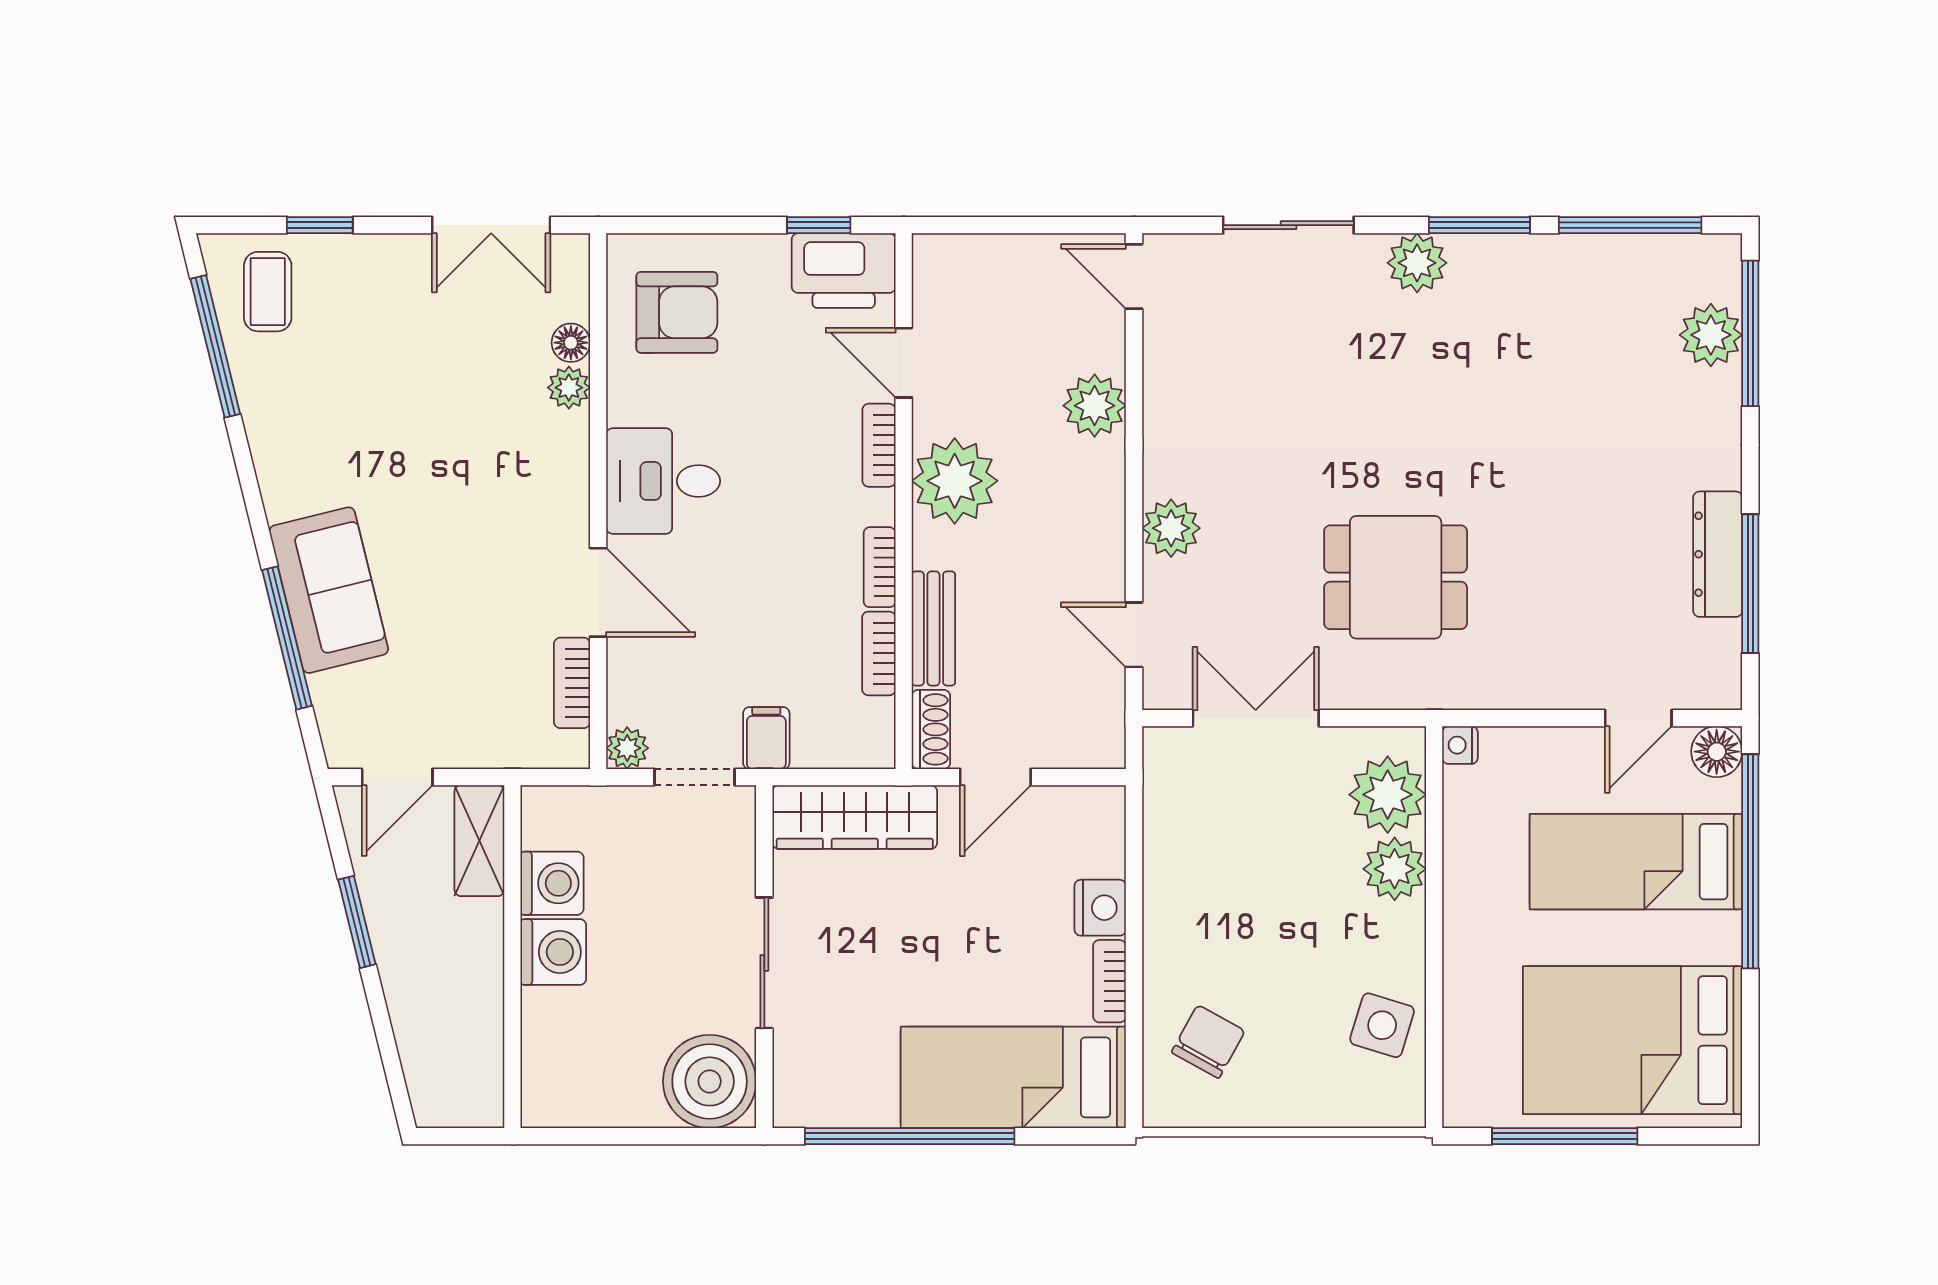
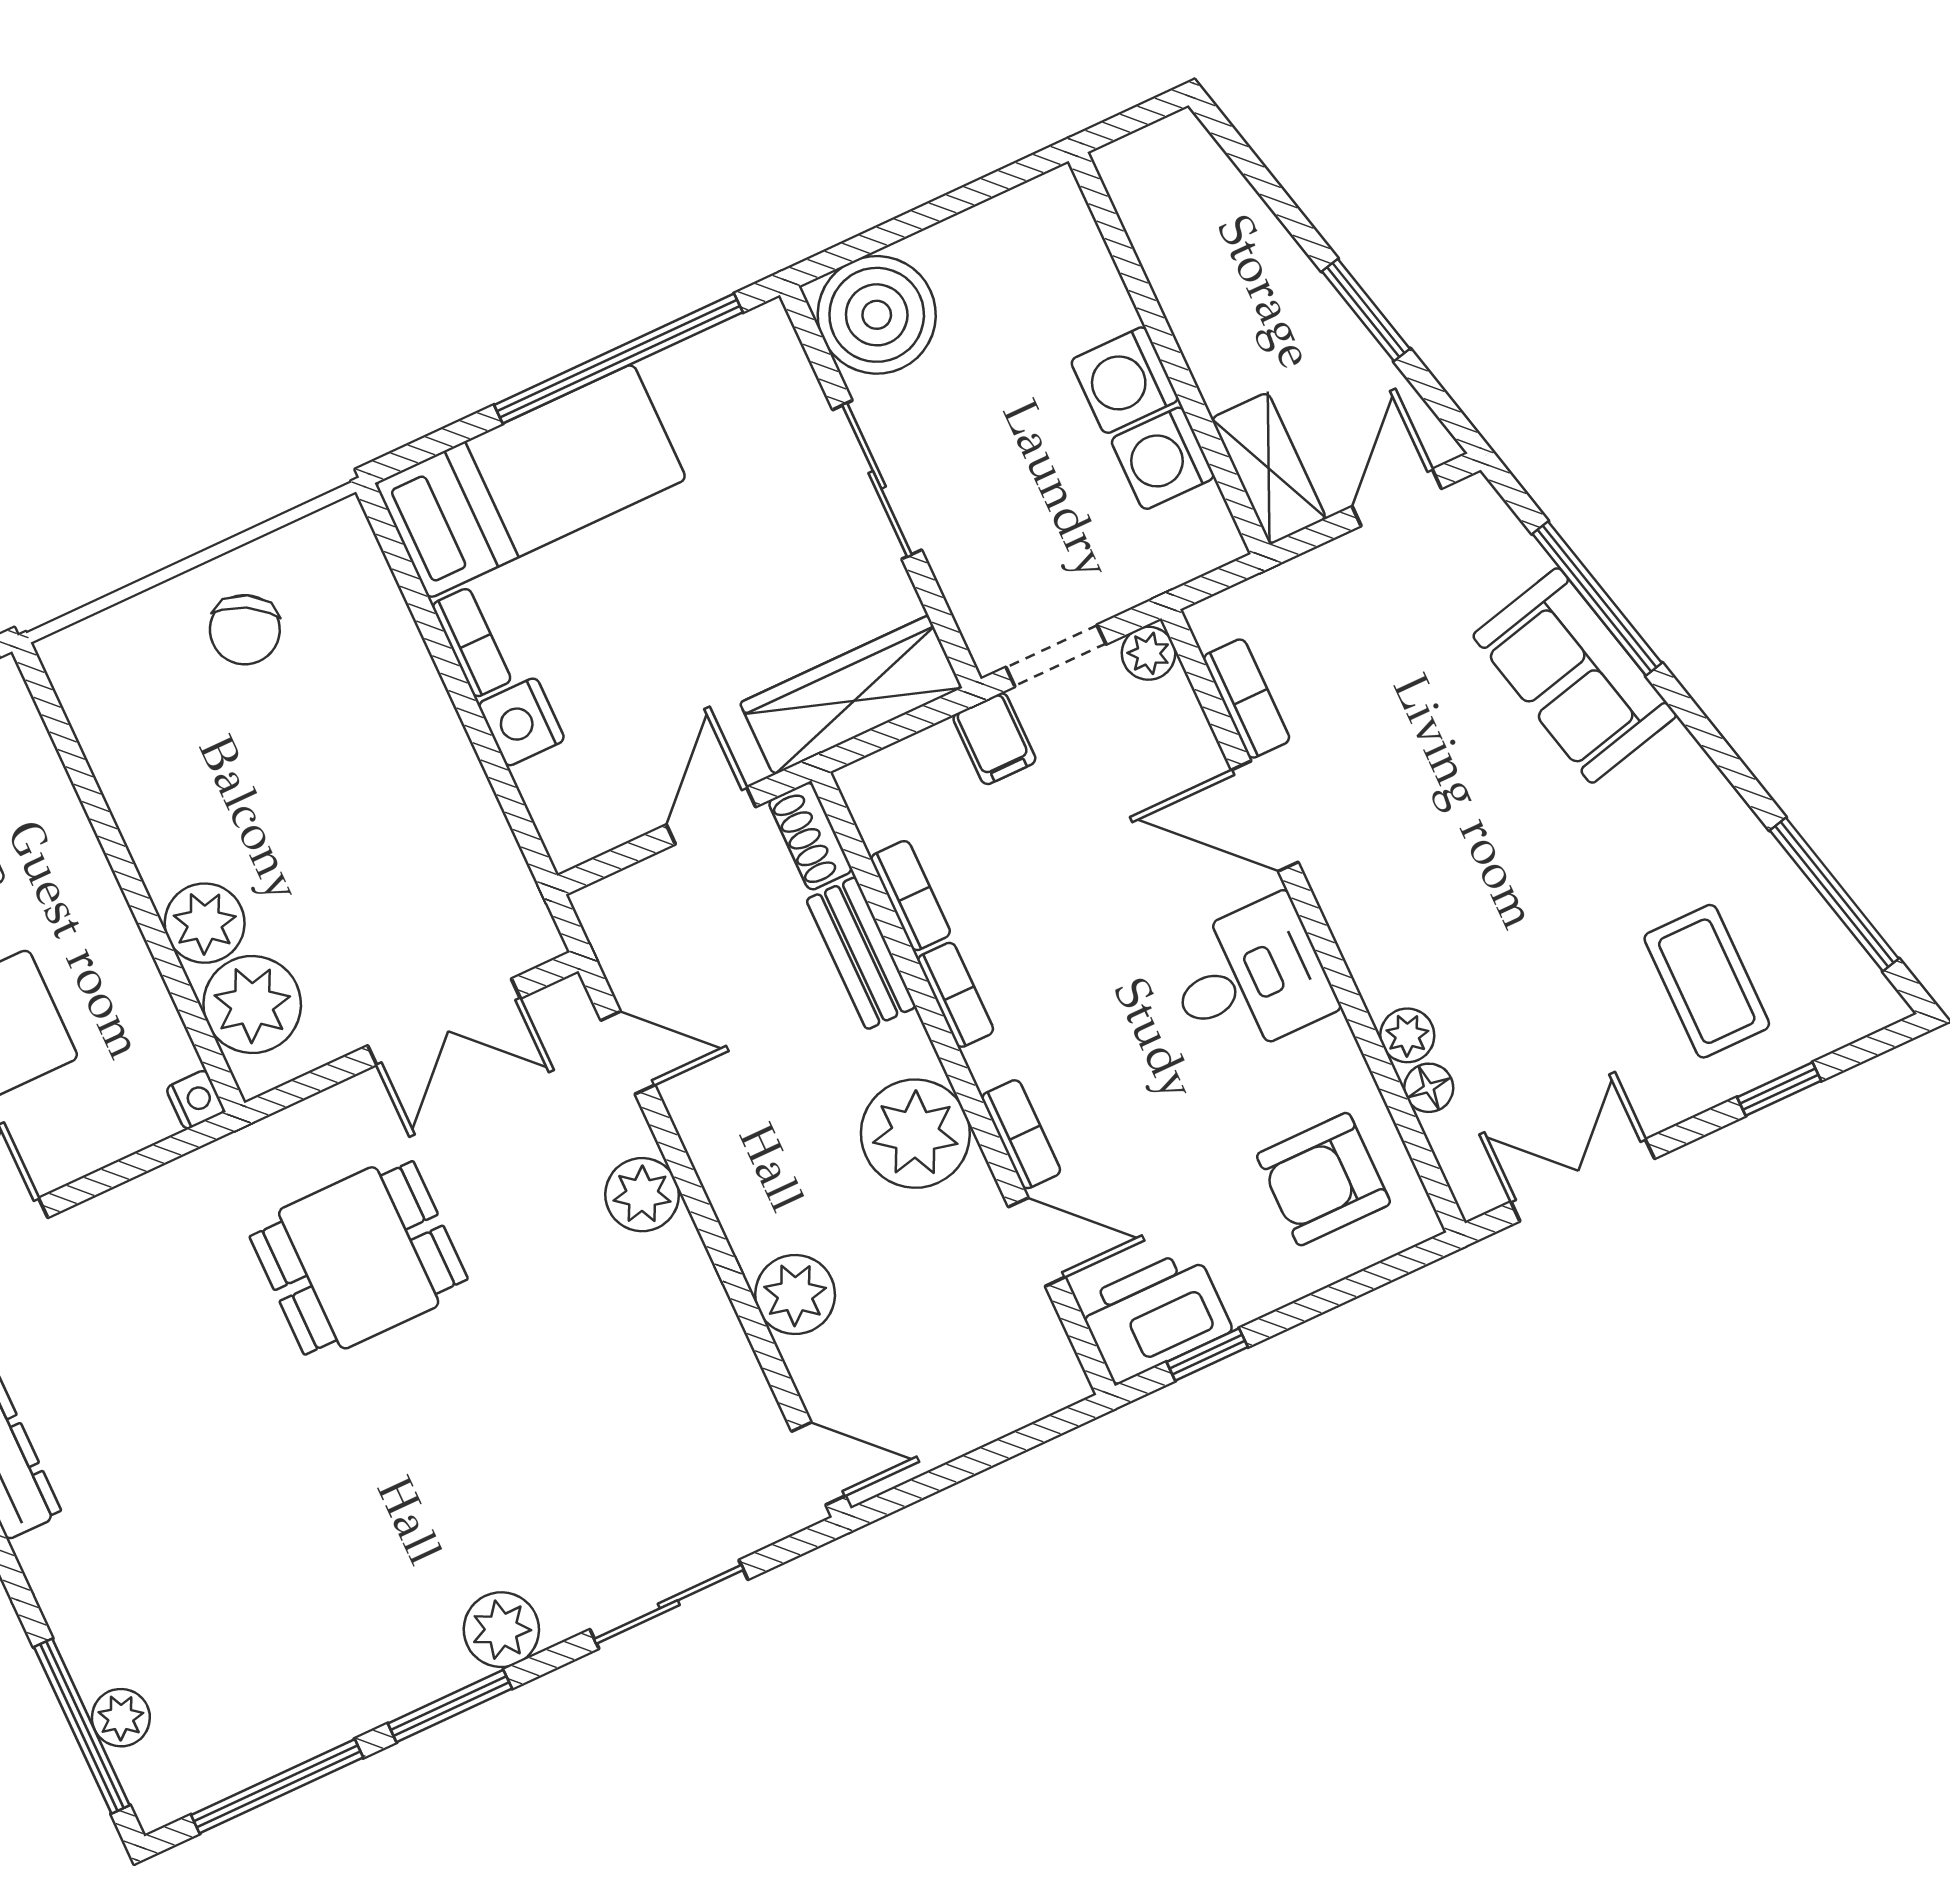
coffee table: (268, 292) -> (1707, 981), moved, width x1.36, depth x1.30
plant: (1711, 335) -> (121, 1718), width x0.73, depth x0.73
side table: (1382, 1025) -> (136, 737), removed
chair: (1208, 1042) -> (245, 630), moved

